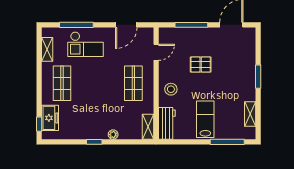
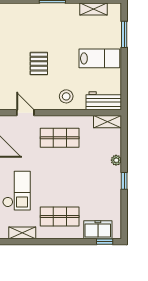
lab bench: (205, 119) -> (99, 58), turned 180
window: (227, 142) -> (124, 34), width x0.69

